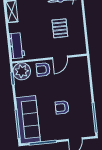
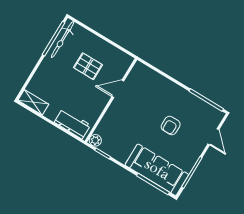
door: (60, 57) -> (118, 89), swing flipped
armchair: (43, 69) -> (117, 115), removed
plant: (22, 71) -> (95, 140), width x0.53, depth x0.53

